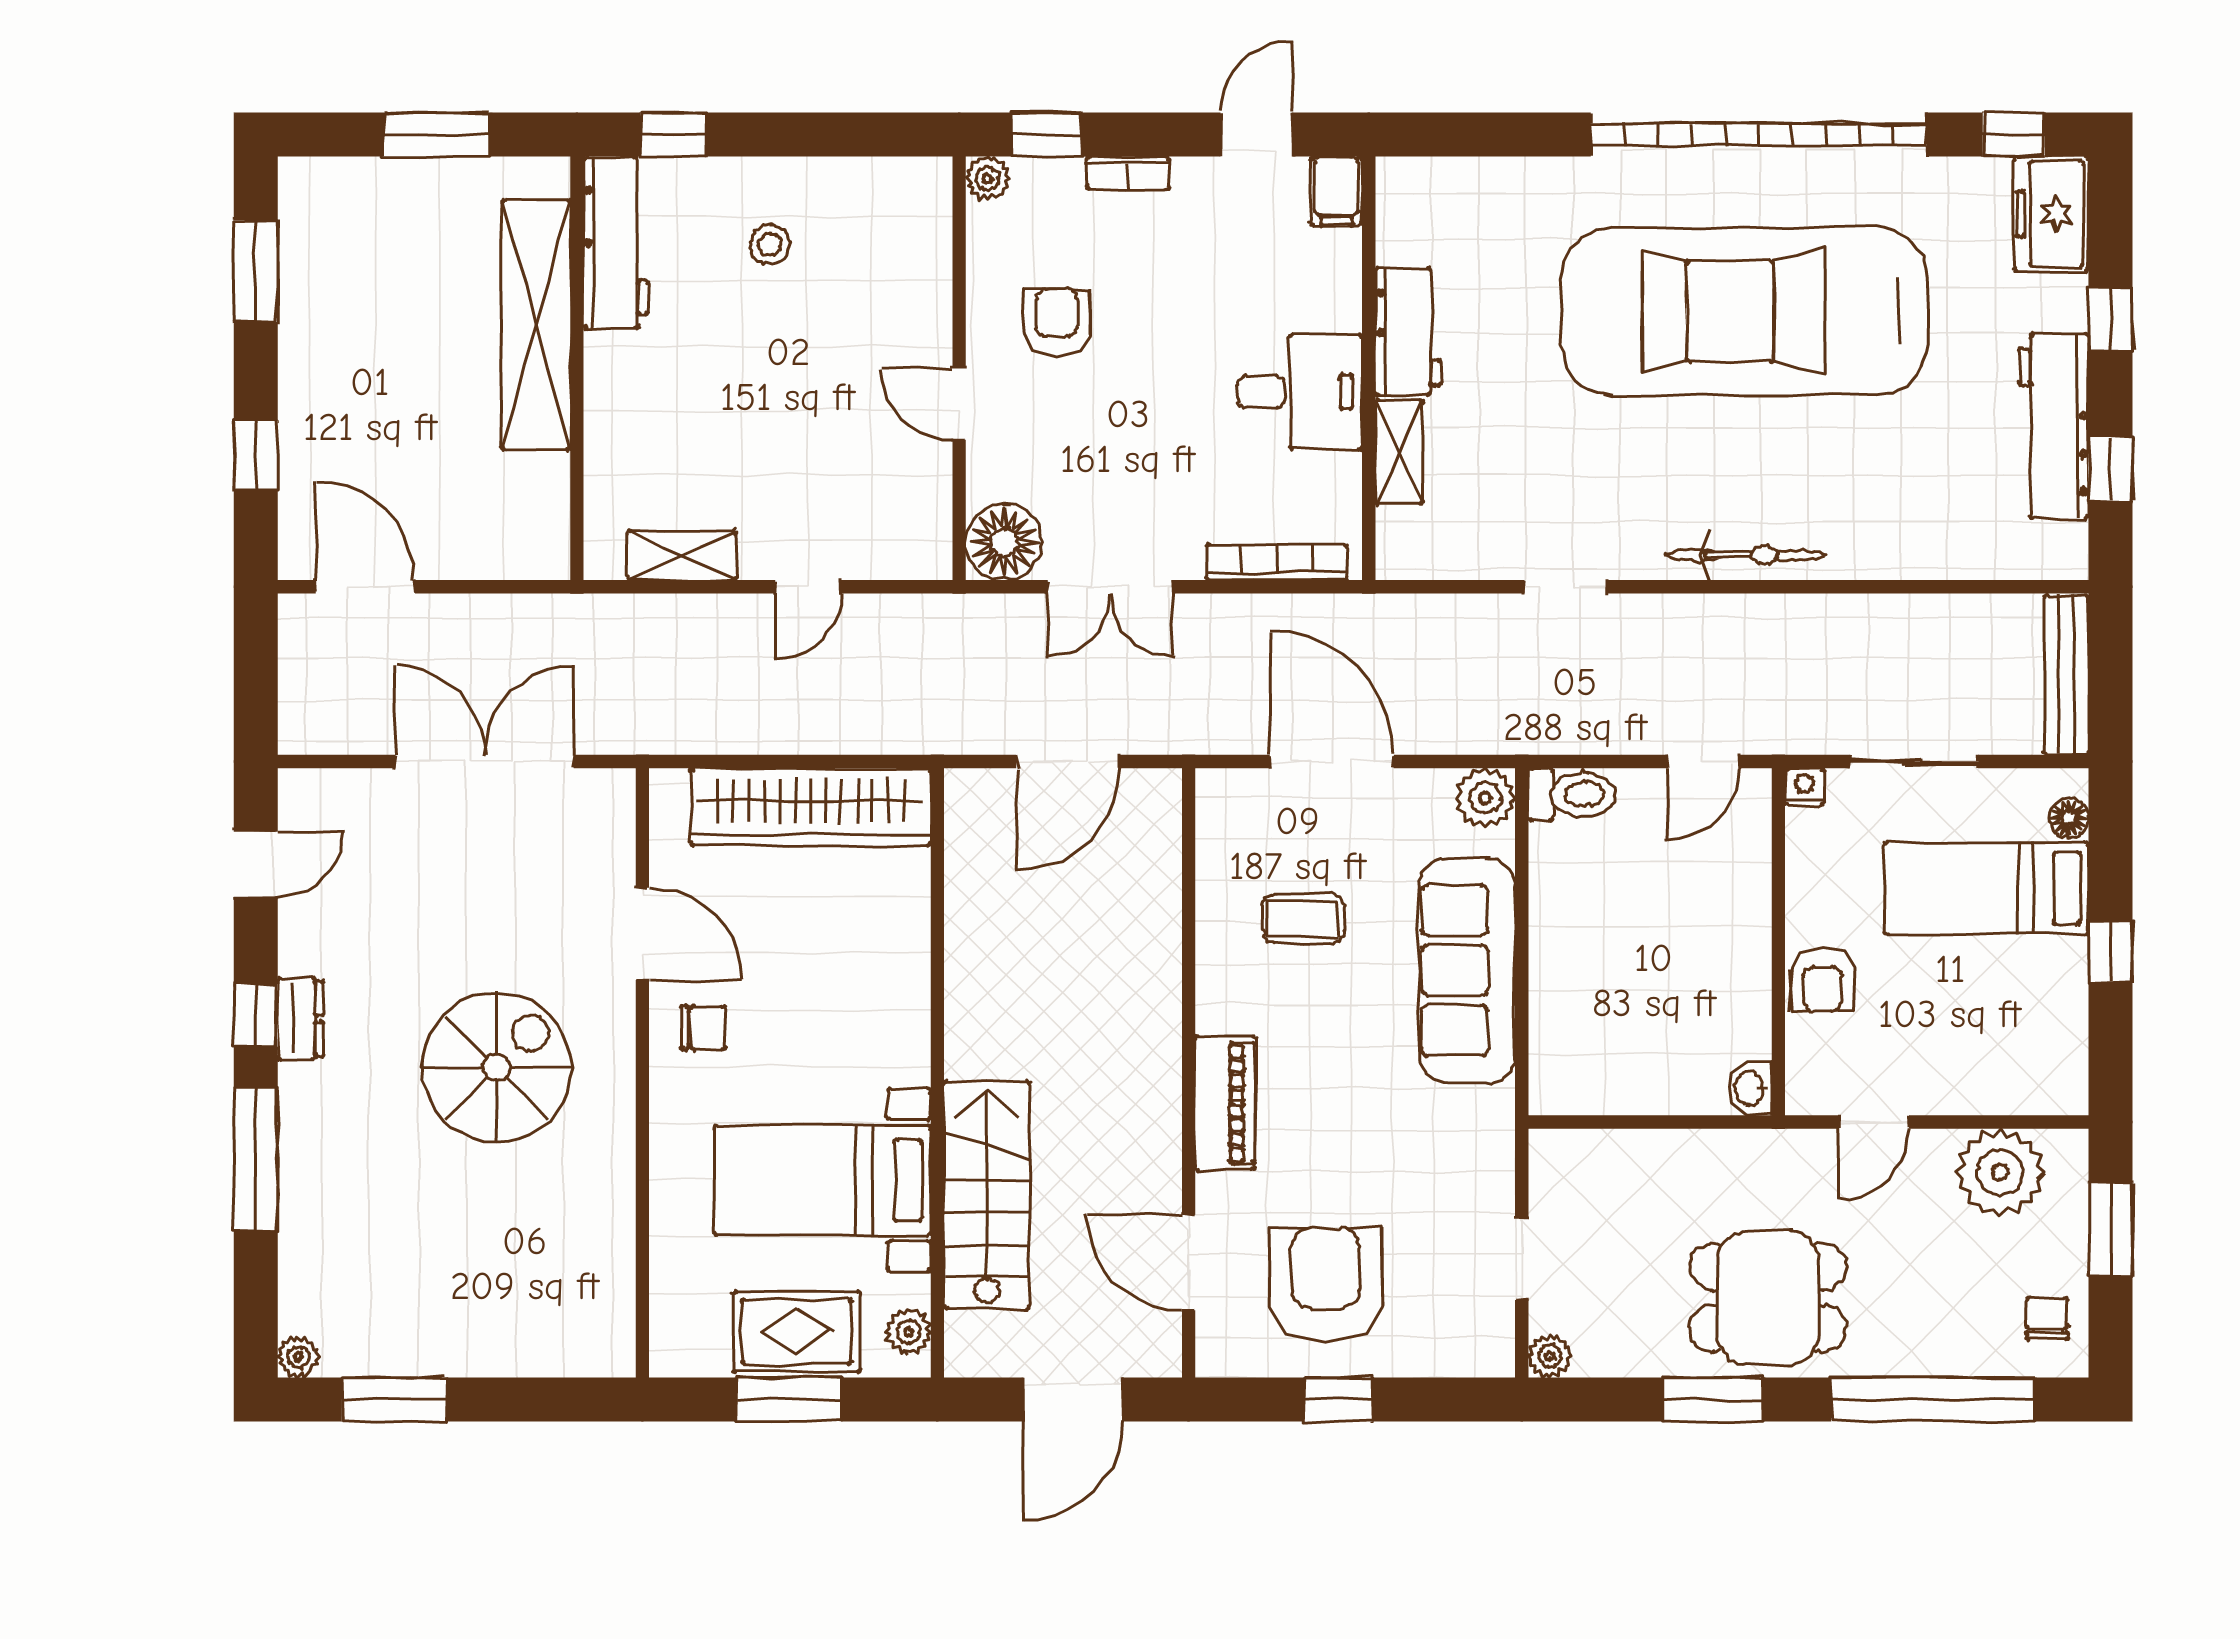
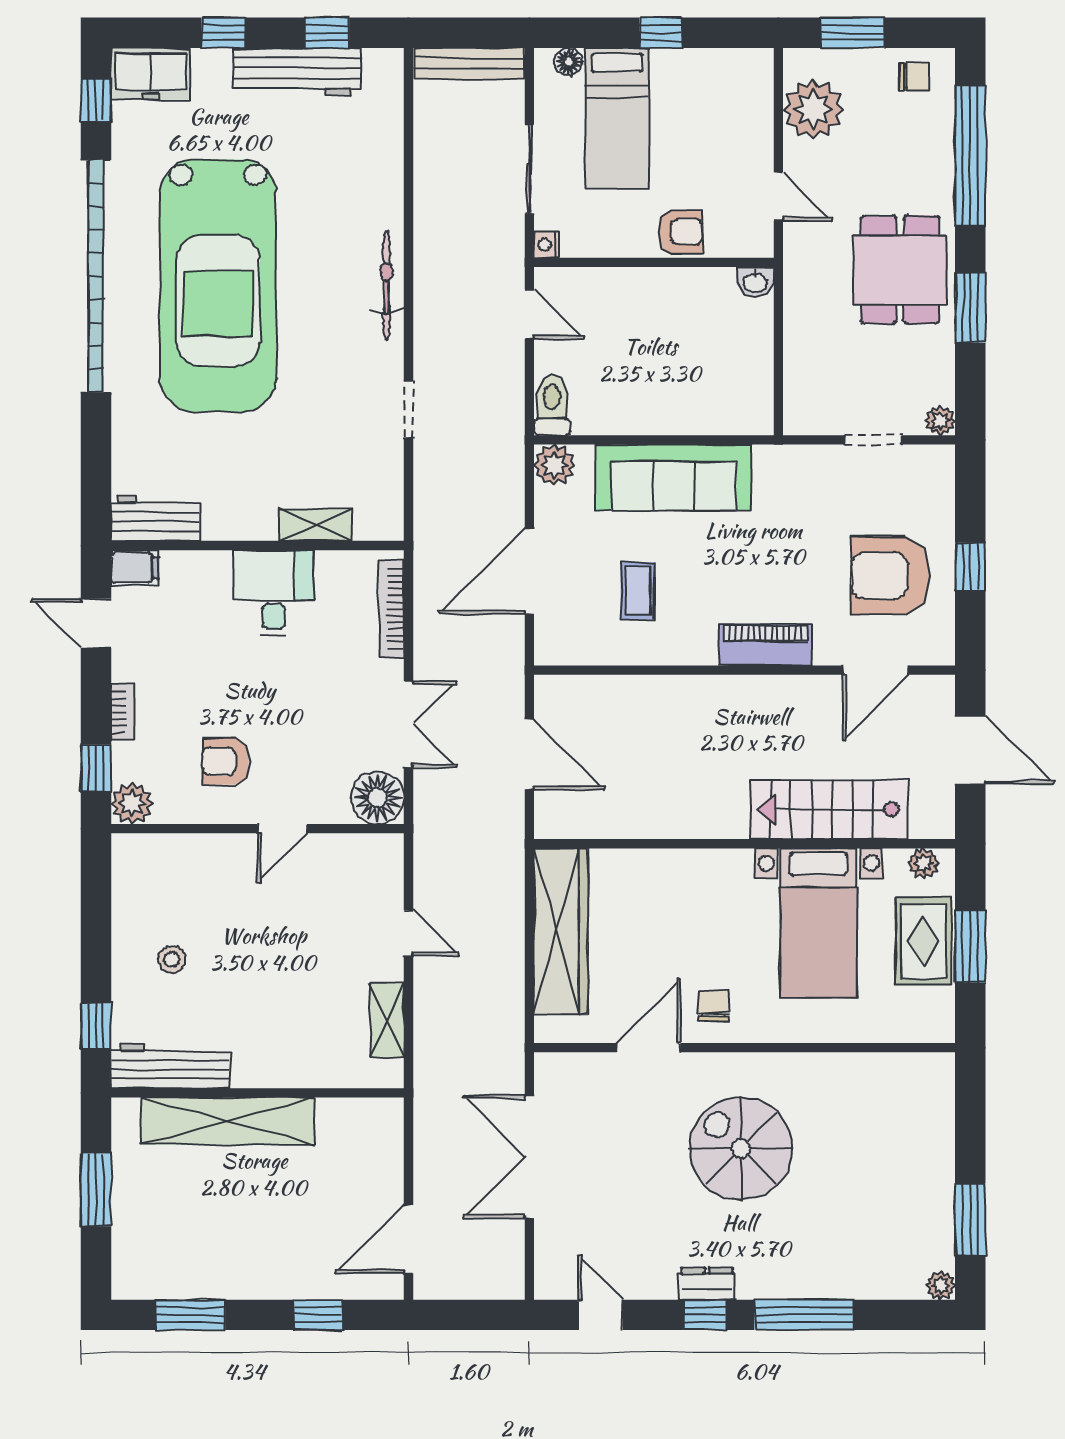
plant: (988, 178) -> (132, 803), width x1.38, depth x1.38
workbench: (1408, 332) -> (155, 518), moved
chair: (2047, 1318) -> (914, 77), turned 180

